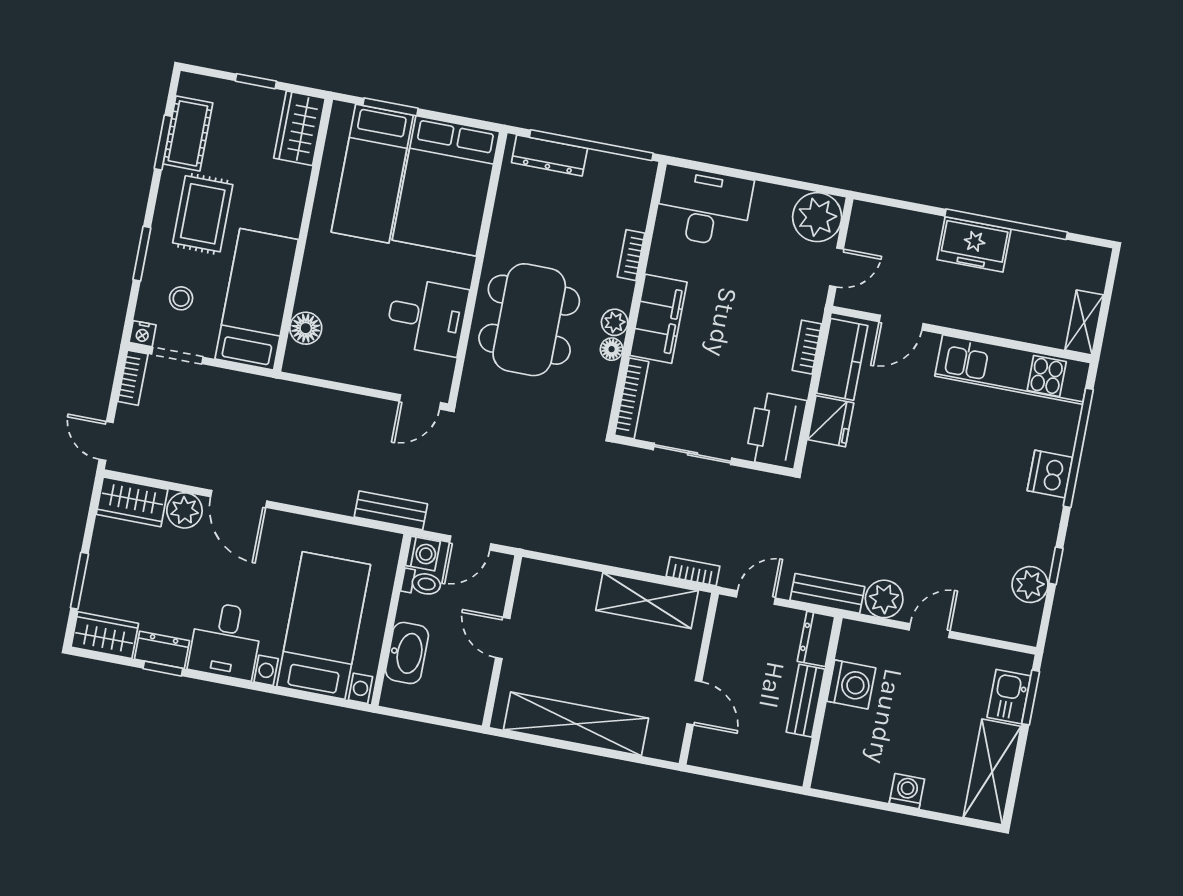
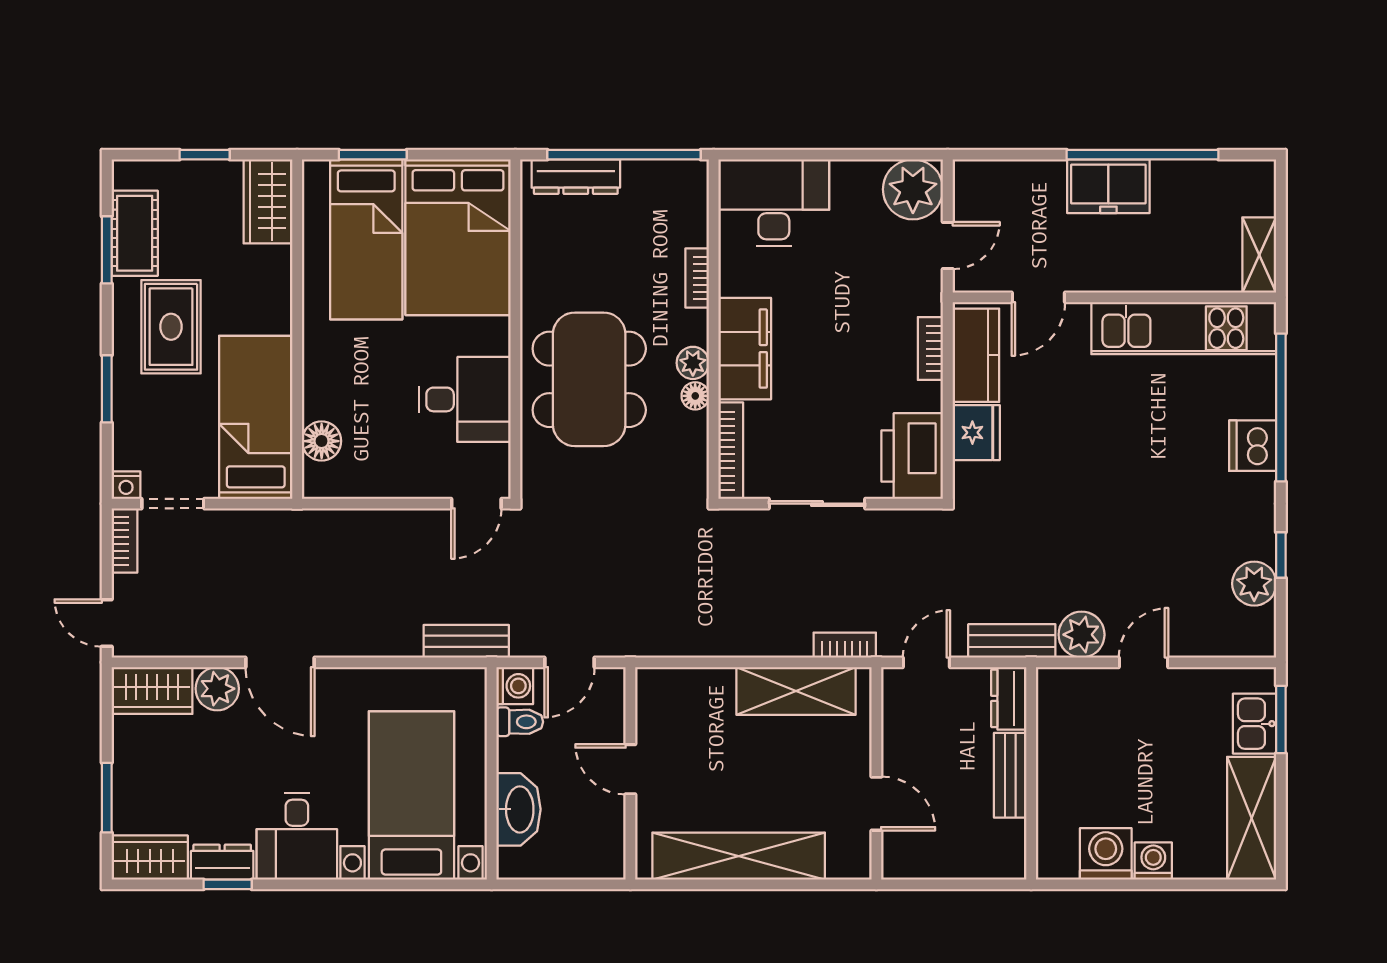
stool: (181, 298) -> (164, 434), removed
washing machine: (851, 685) -> (1106, 854), moved, turned -90

